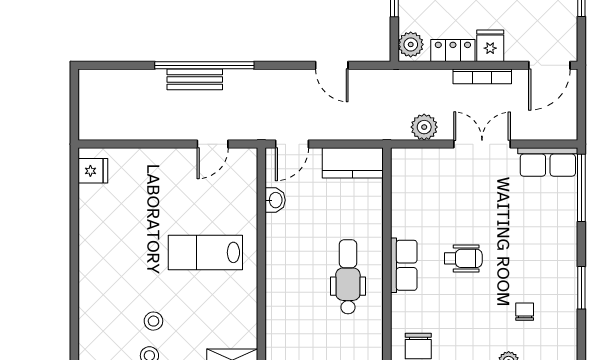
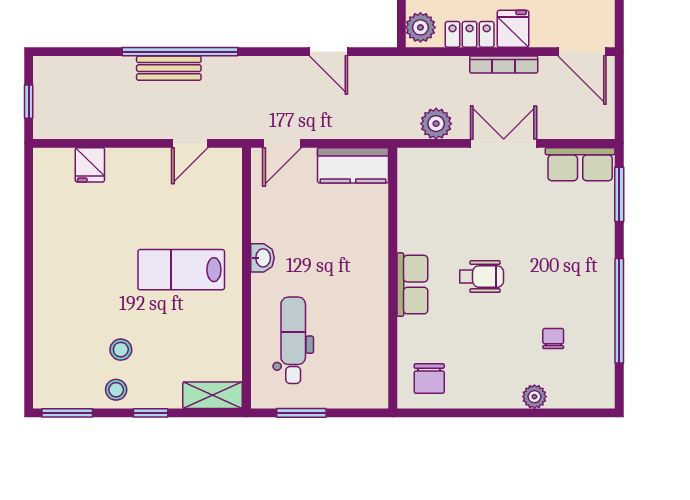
door: (549, 65) -> (582, 52), hinge flipped
window: (74, 108) -> (29, 102), added
fridge: (93, 171) -> (90, 165), moved, turned 90
window: (581, 188) -> (619, 194), width x0.69
washbasin: (275, 200) -> (262, 258), moved
dental chair: (348, 277) -> (293, 340), moved
window: (581, 288) -> (619, 311), width x2.11

